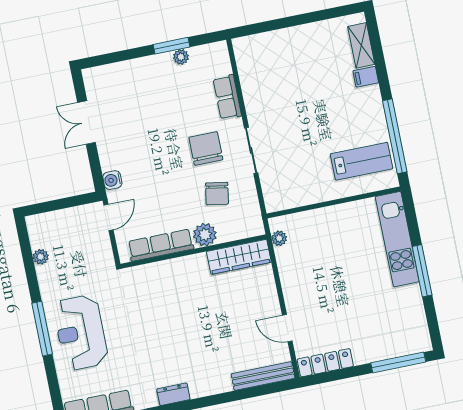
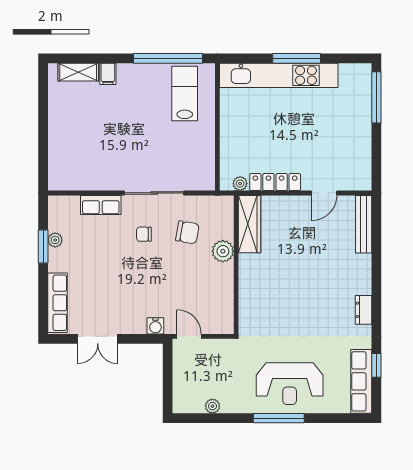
chair: (206, 148) -> (144, 234), width x0.54, depth x0.54
sliding door: (251, 150) -> (154, 193), width x1.37
kitchen unit: (397, 239) -> (279, 75), width x1.36
row of seats: (161, 245) -> (57, 303), moved, turned 180
locker: (325, 363) -> (275, 182), moved, turned 90

